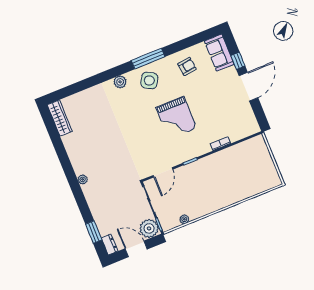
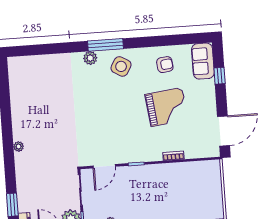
window: (148, 59) -> (105, 45), moved
door: (248, 87) -> (224, 131), moved
wardrobe: (60, 118) -> (15, 75), removed
grand piano: (176, 118) -> (167, 107), moved, turned -97

